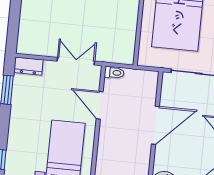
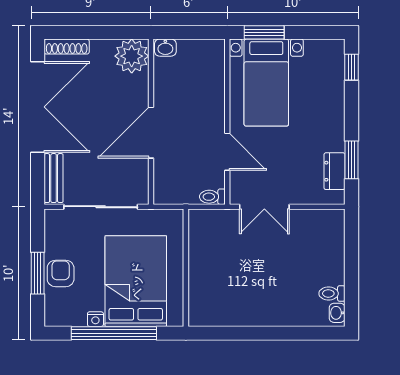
dresser: (28, 66) -> (334, 171), moved, turned -90

